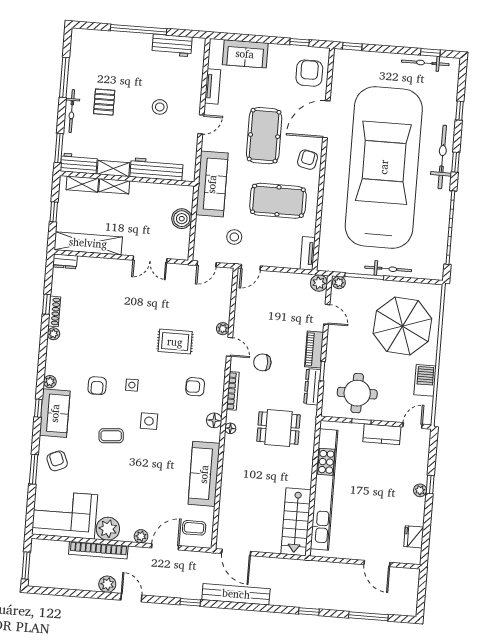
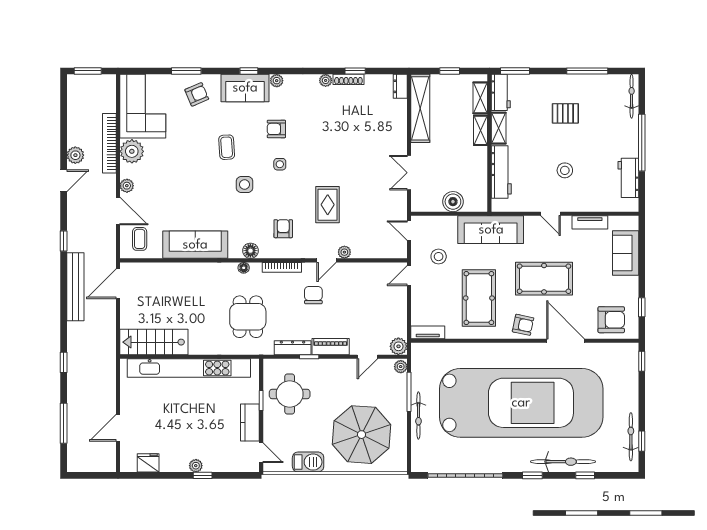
bicycle: (72, 111) -> (632, 96), moved, turned 90
bicycle: (442, 157) -> (563, 462), moved
door: (251, 267) -> (409, 276), hinge flipped

